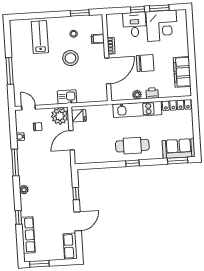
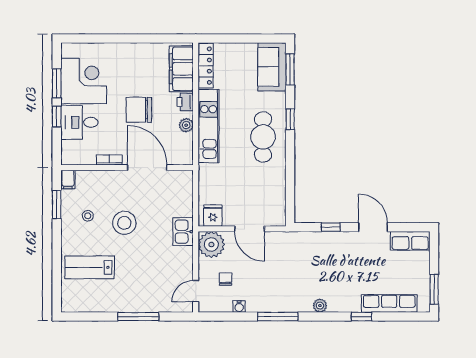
filing cabinet: (98, 39) -> (68, 179), moved
chair: (145, 63) -> (139, 110), turned -90
filing cabinet: (182, 72) -> (181, 69), moved, turned 90
window: (132, 163) -> (290, 119), moved

